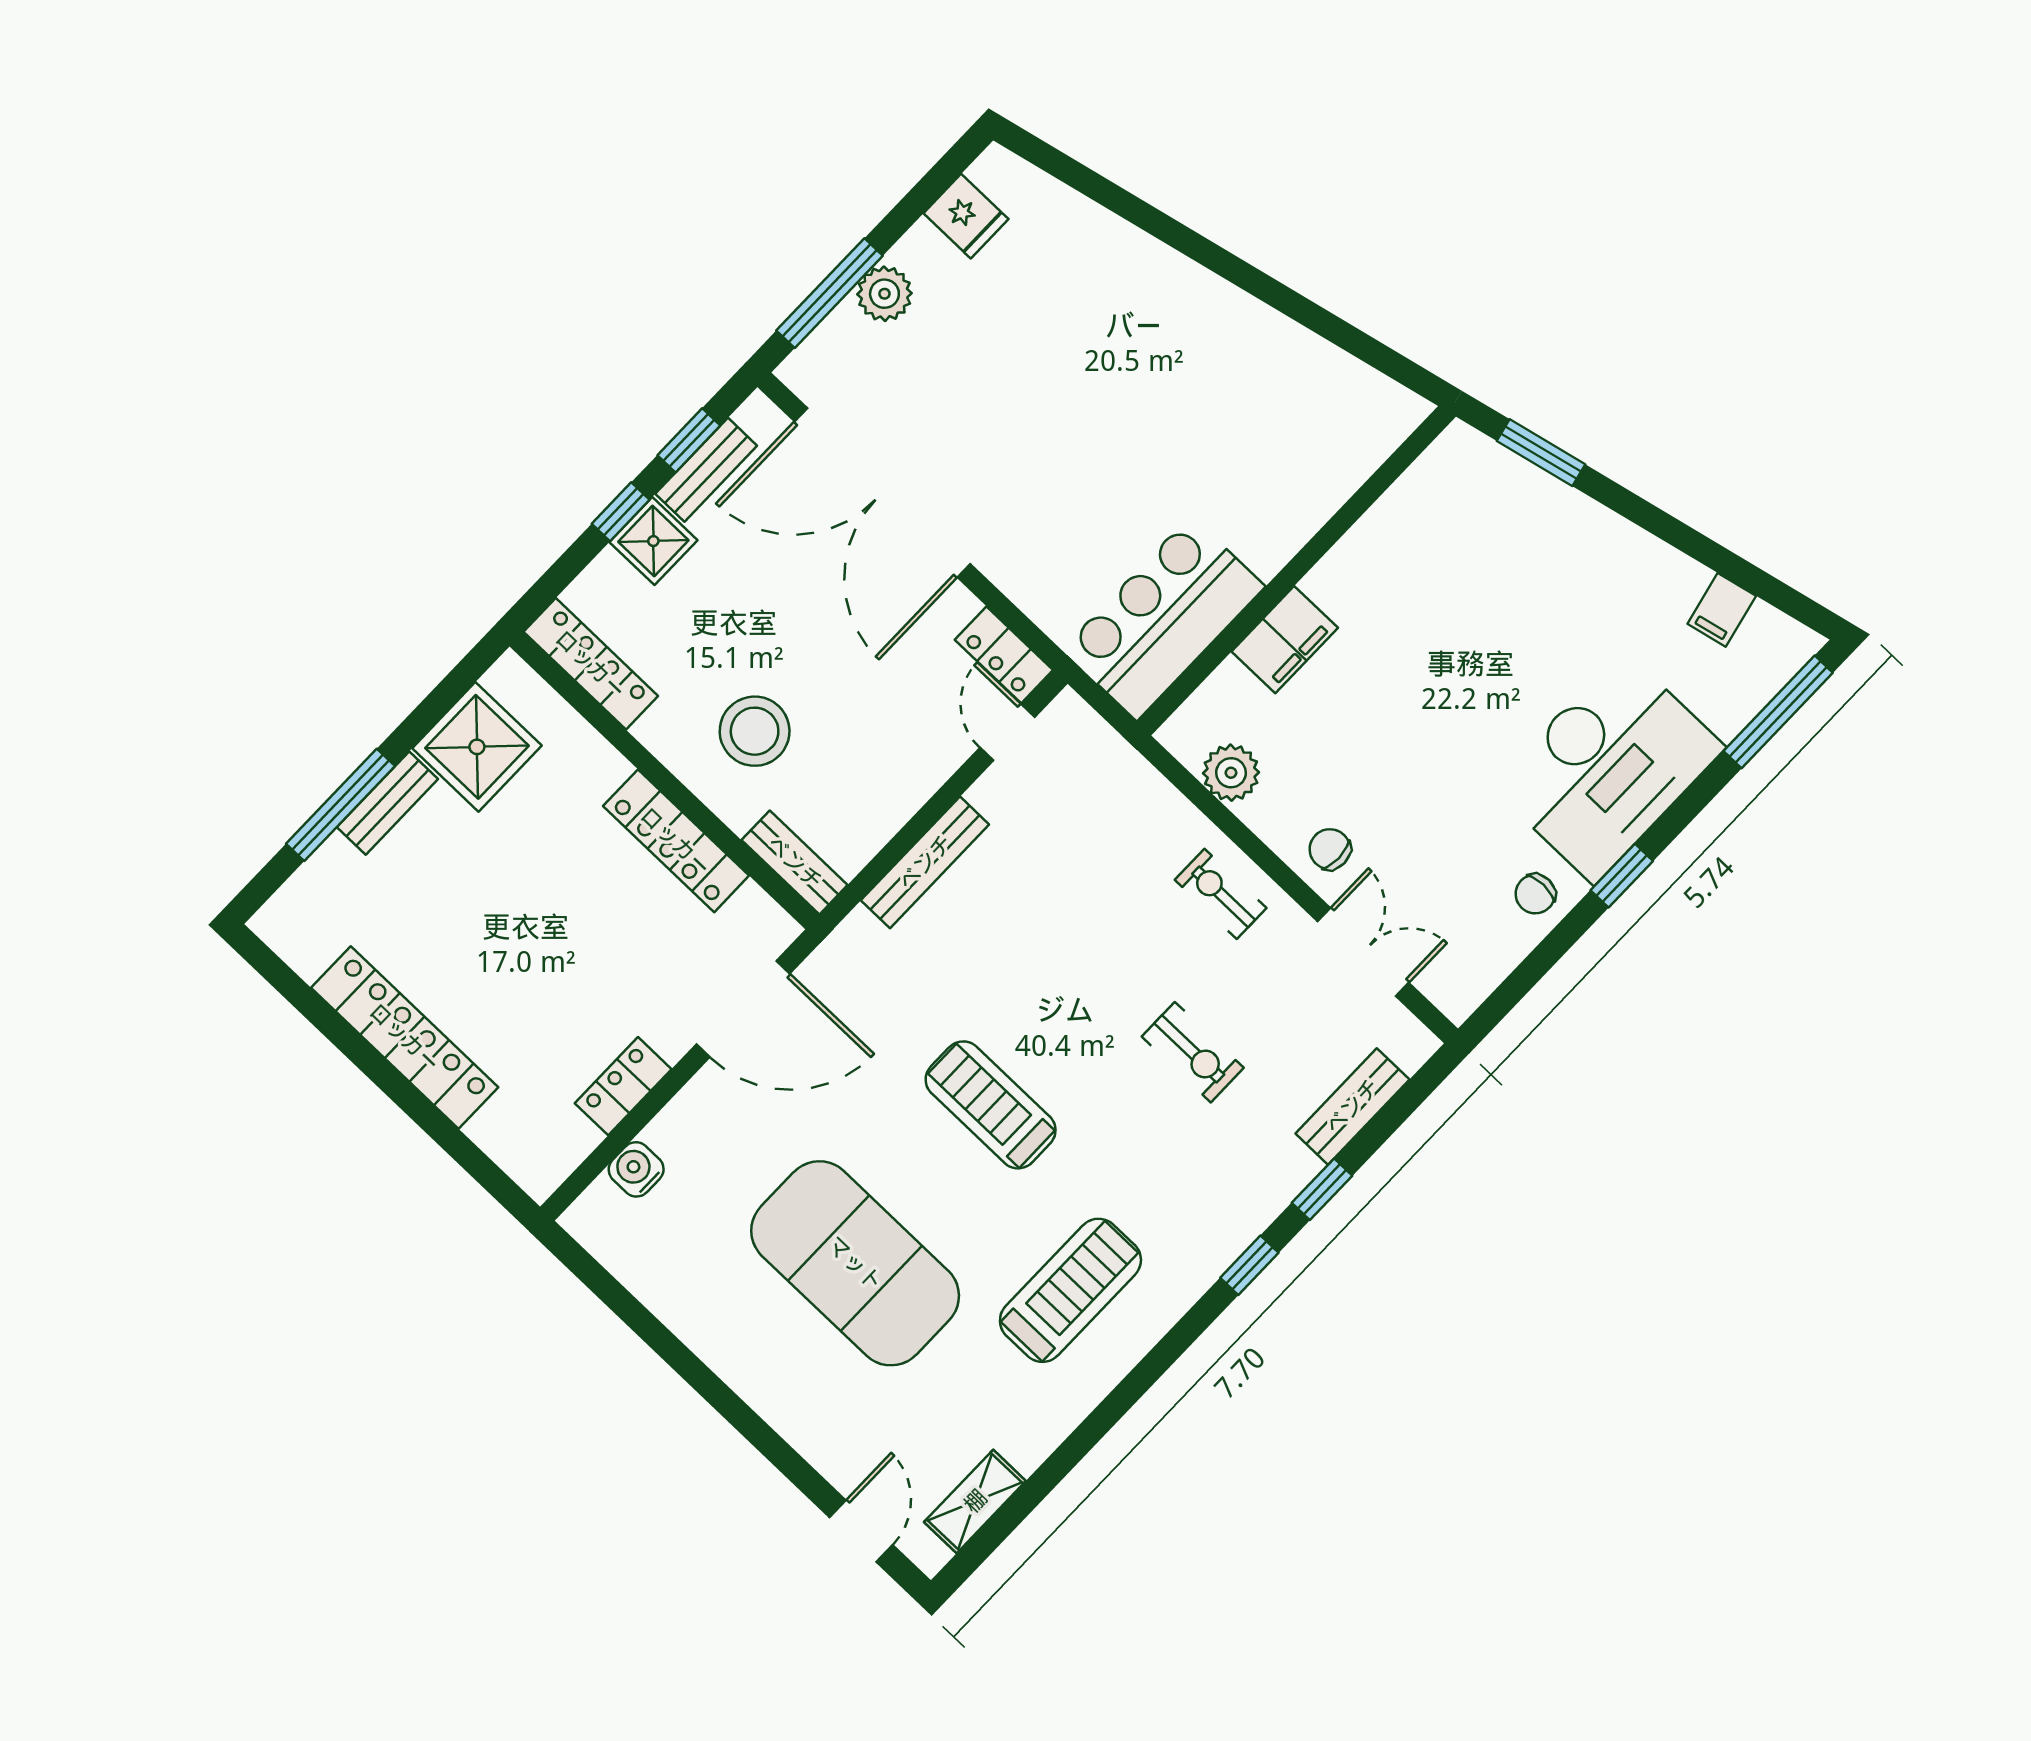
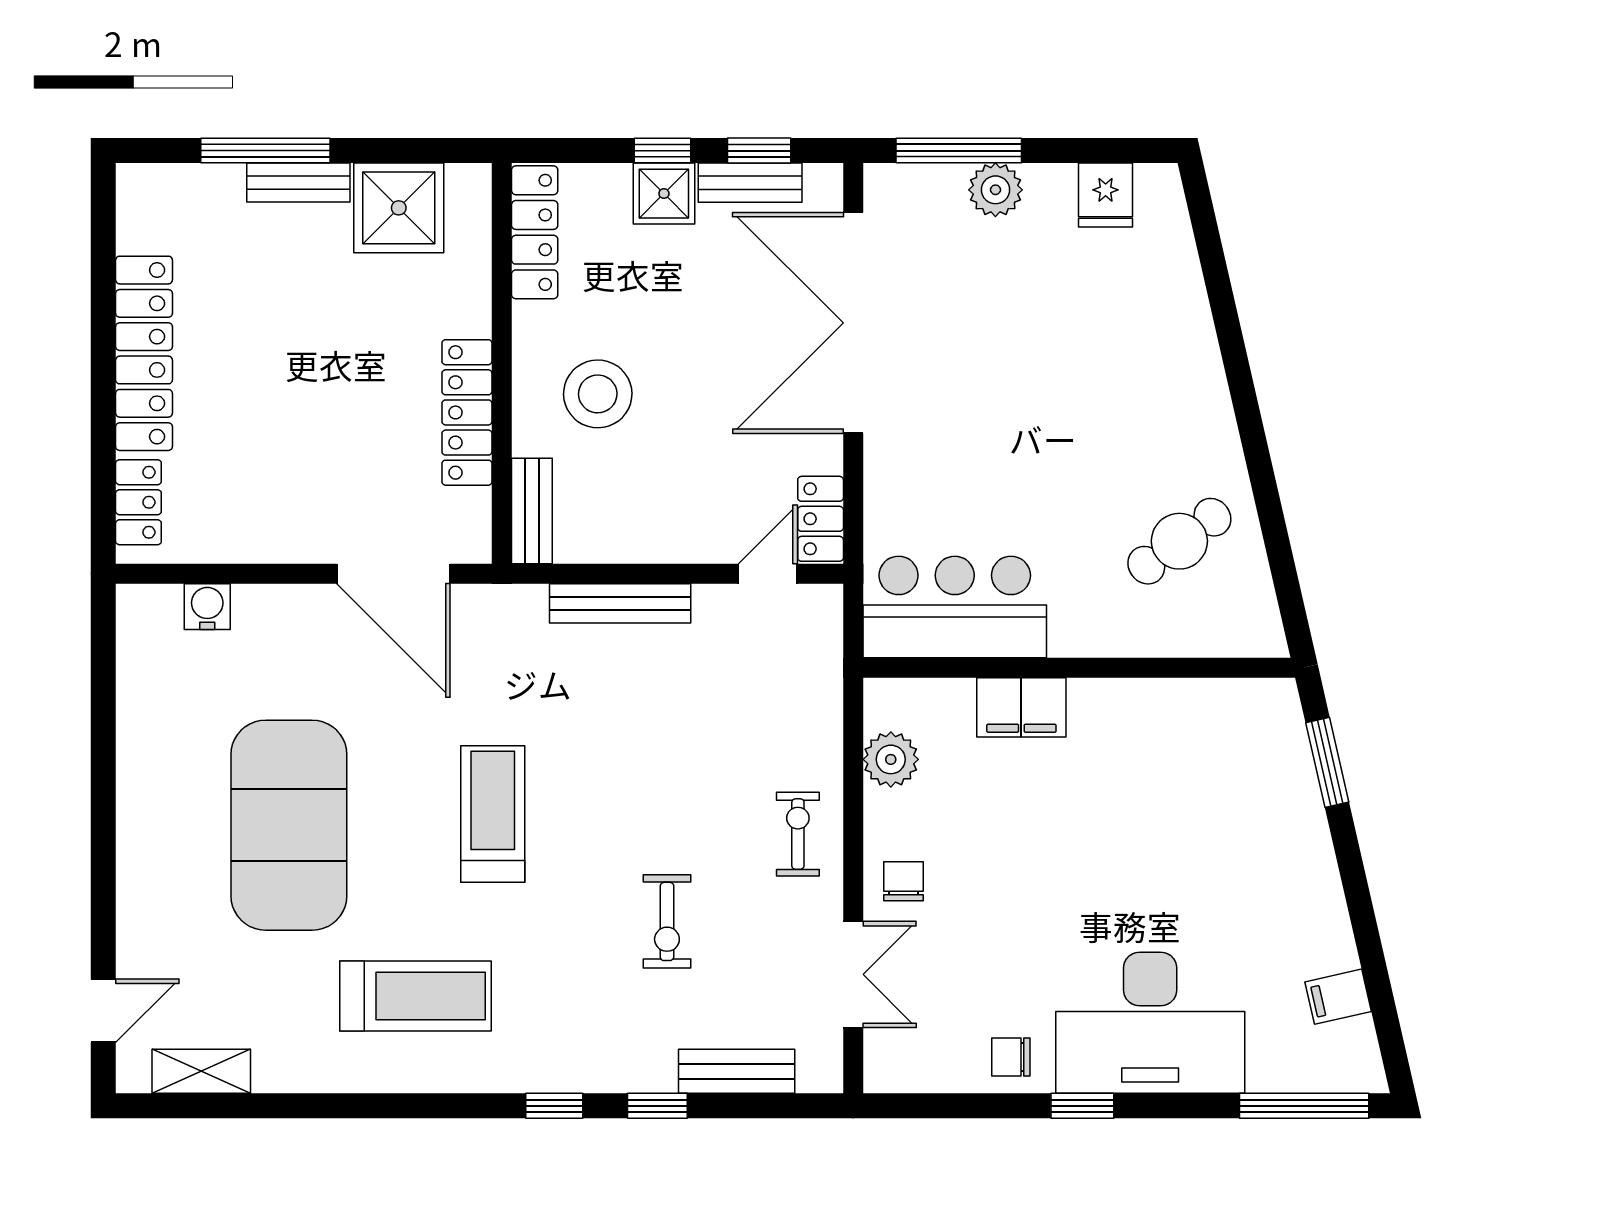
cafe table: (1273, 406) -> (1179, 541), added
locker: (623, 1086) -> (138, 502), moved, turned 90

